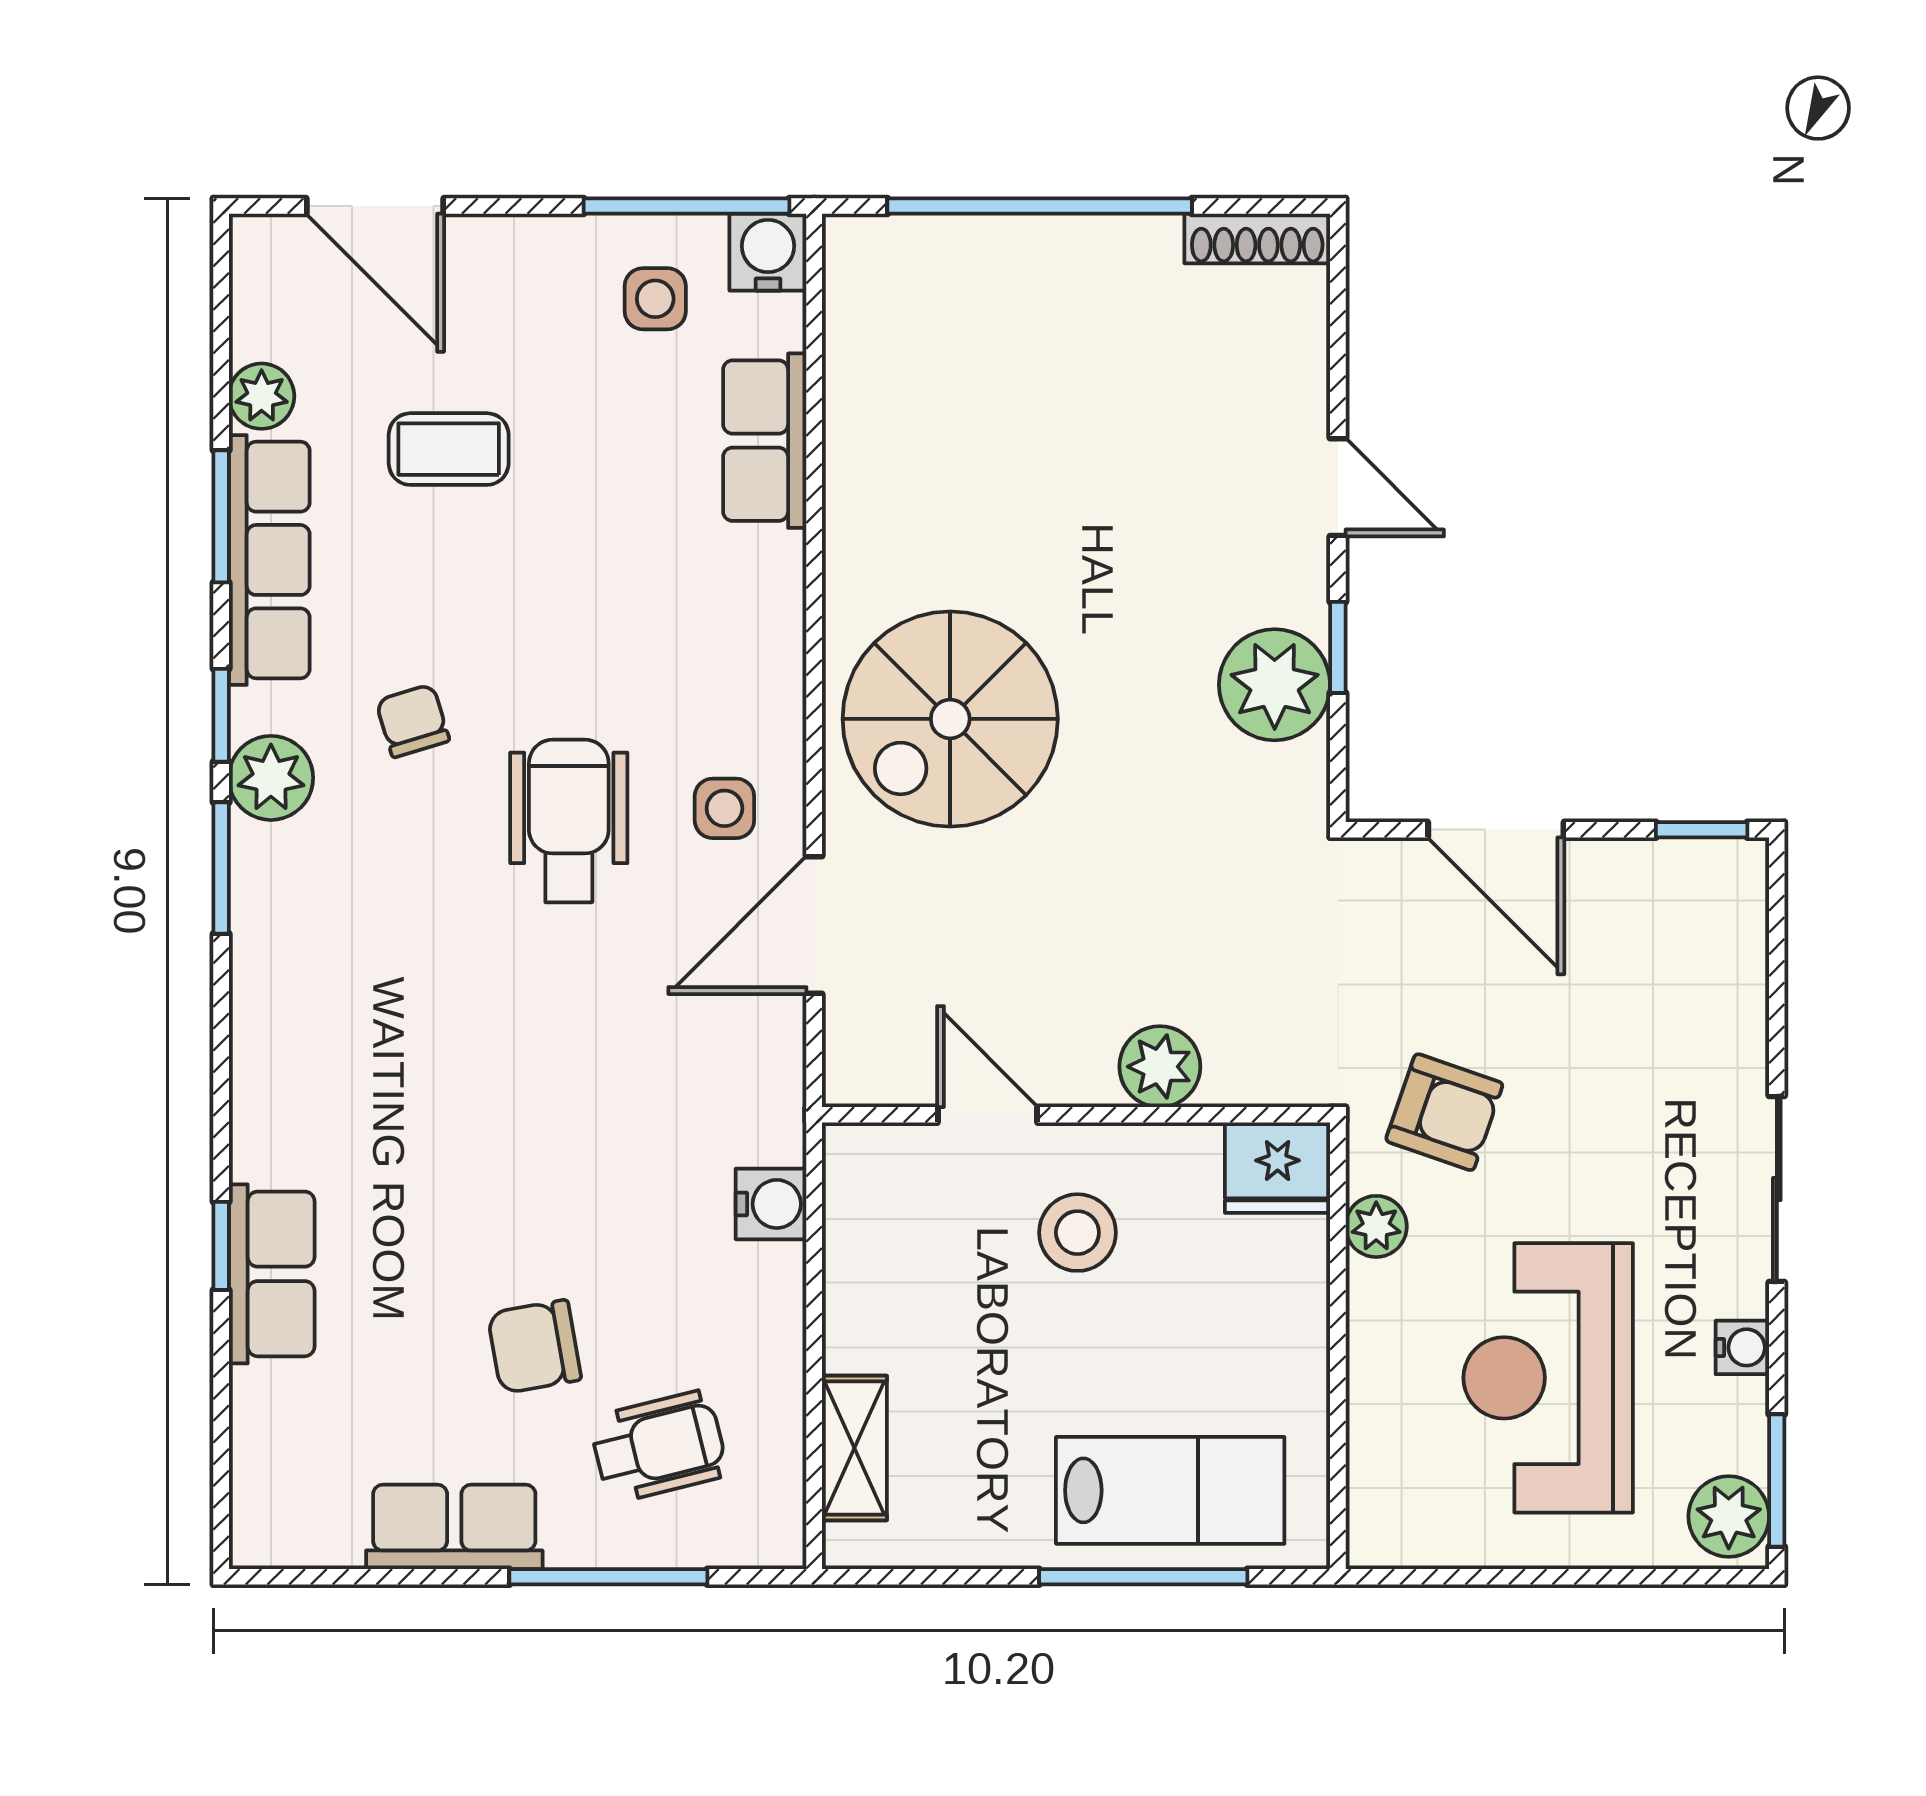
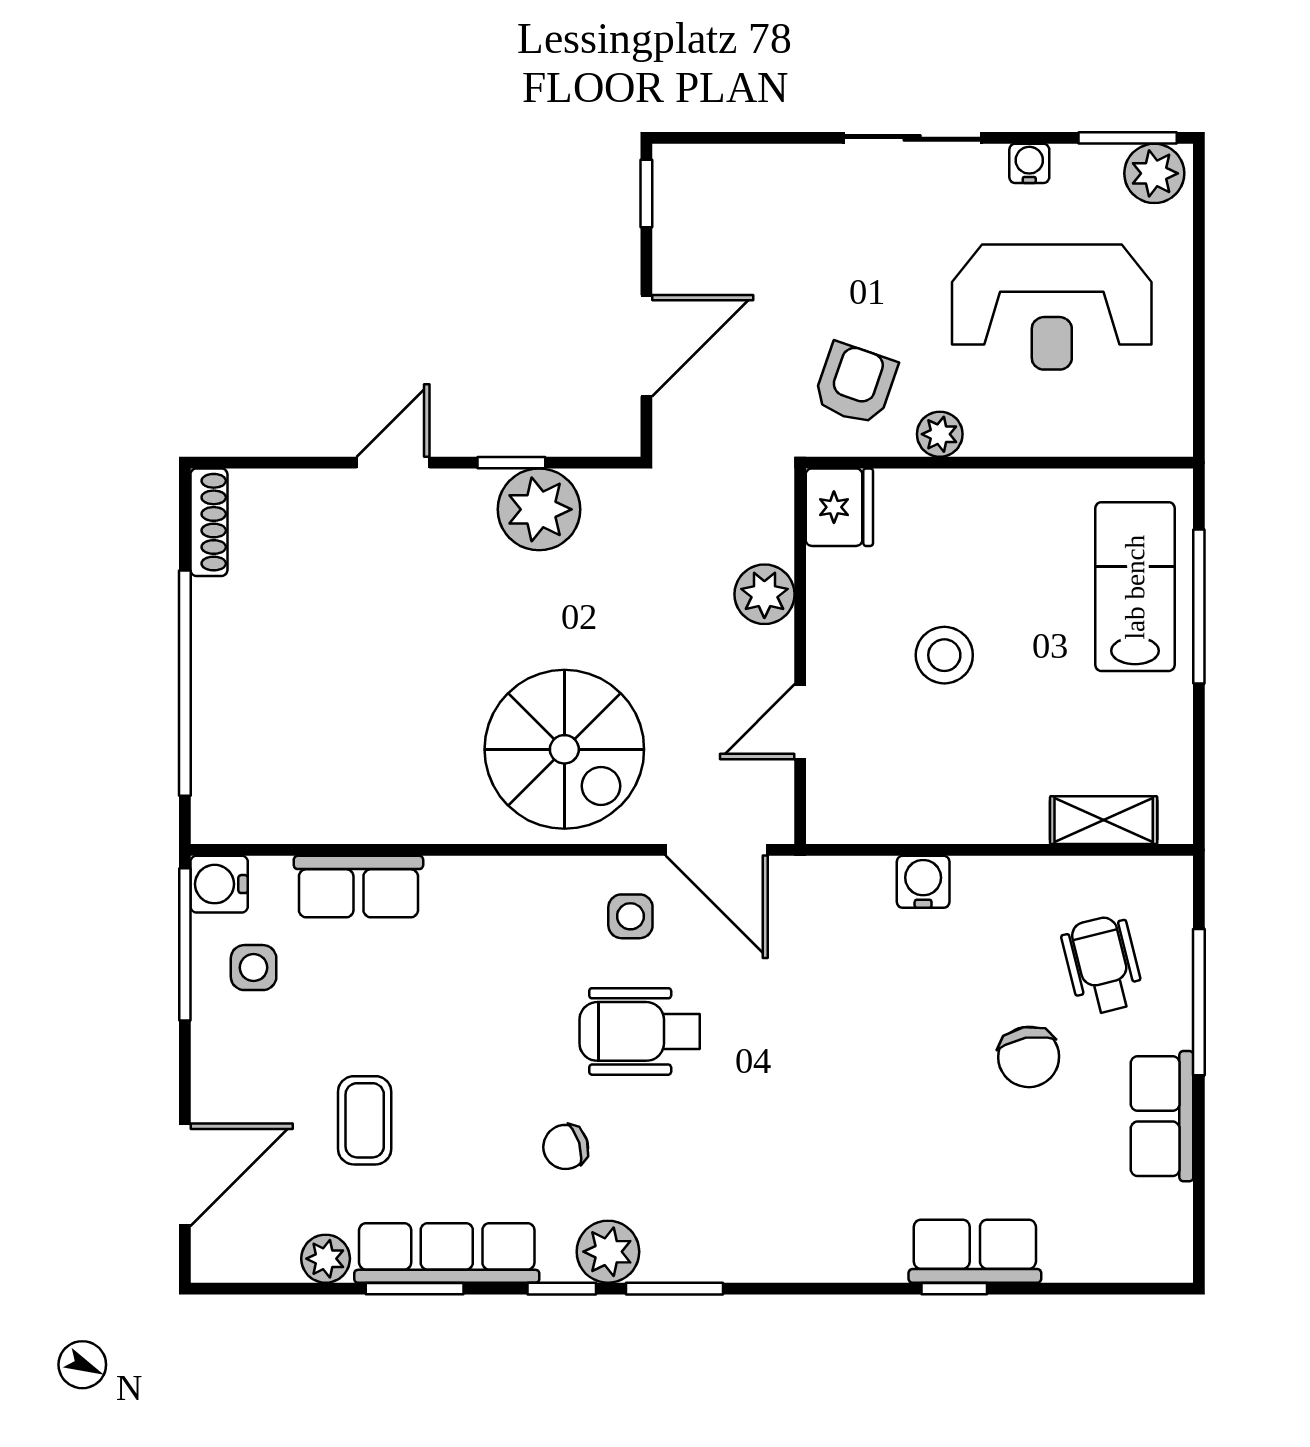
plant: (1160, 1067) -> (764, 594), moved
door: (987, 1115) -> (800, 722), moved
wall: (1076, 1115) -> (800, 656), moved
fridge: (1278, 1168) -> (839, 507), moved

